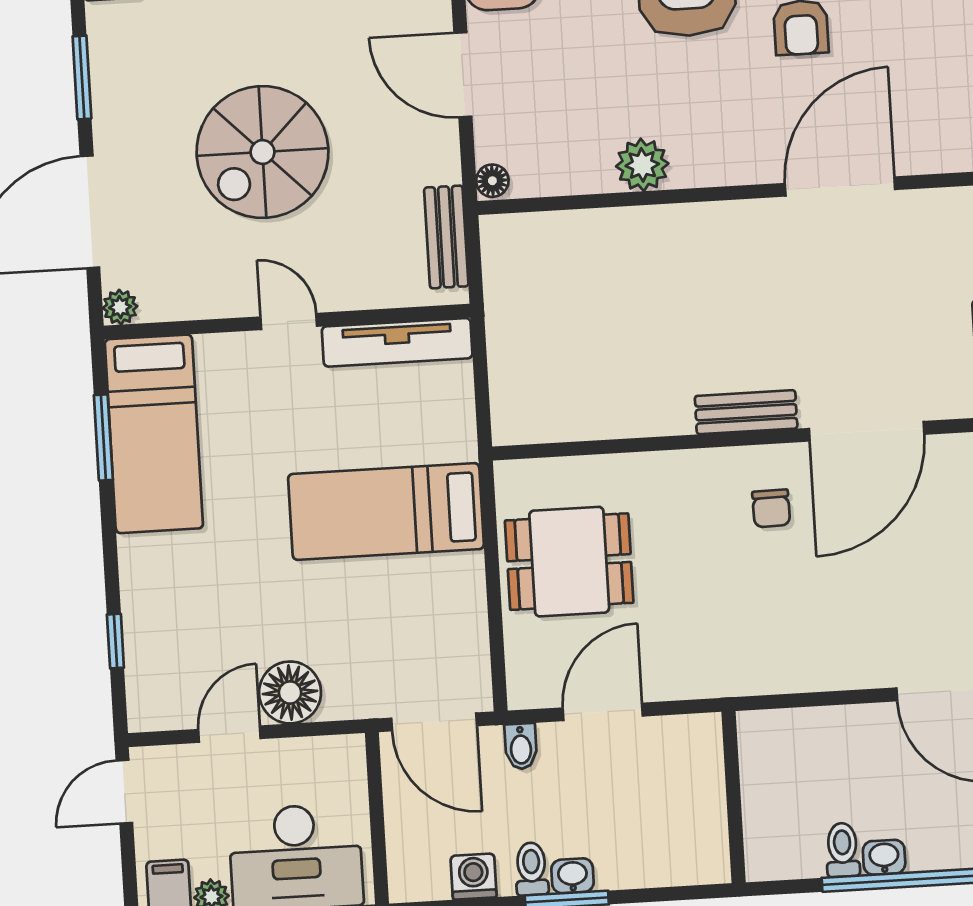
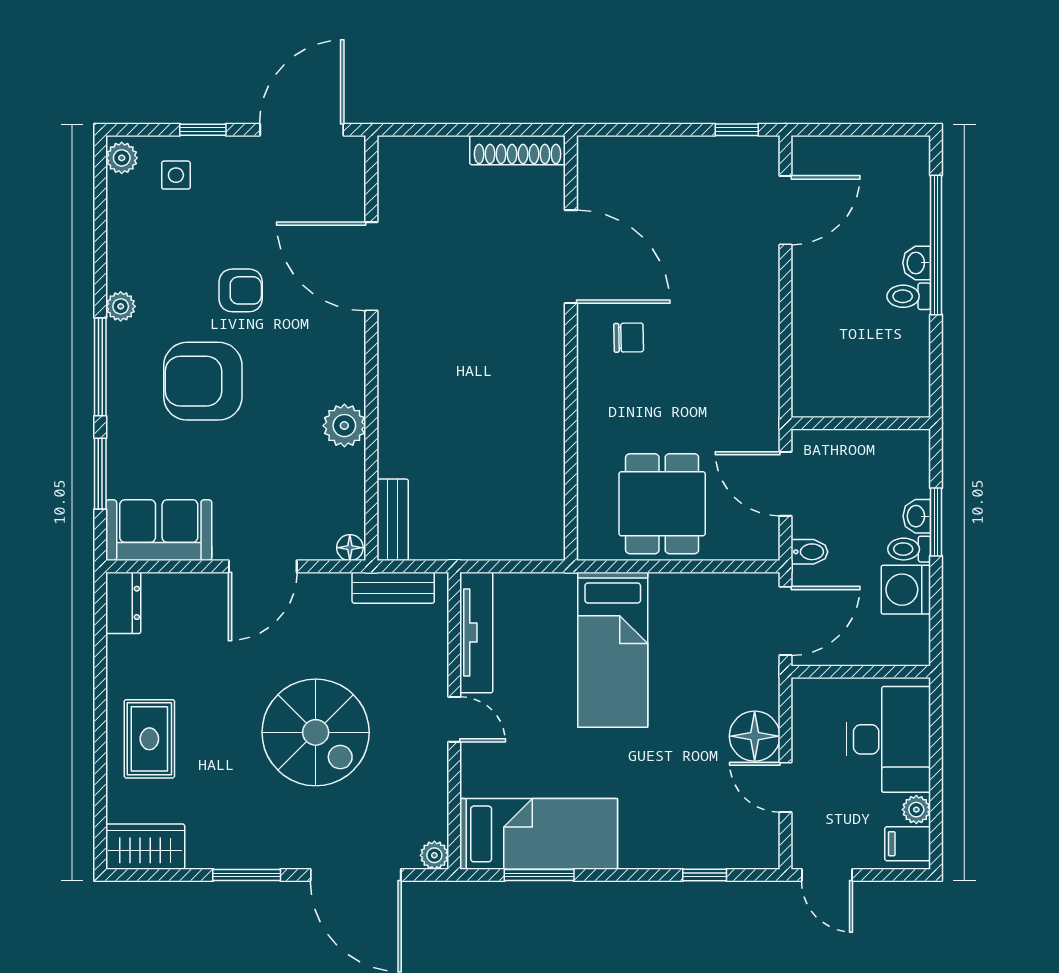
door: (289, 322) -> (454, 719), swing flipped
bench: (746, 412) -> (393, 520), moved
wall: (734, 797) -> (861, 423), moved
washing machine: (474, 877) -> (906, 590), width x1.38, depth x1.38

